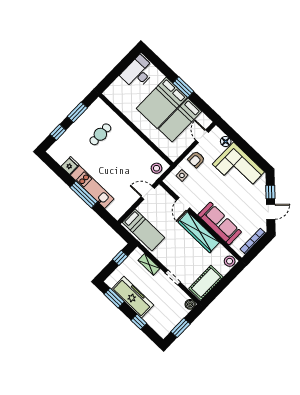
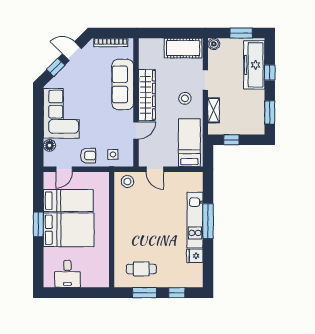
desk: (138, 73) -> (67, 274), width x0.73
cafe table: (100, 134) -> (141, 269), moved
stool: (230, 261) -> (185, 98), moved
freezer: (133, 297) -> (254, 65), moved

